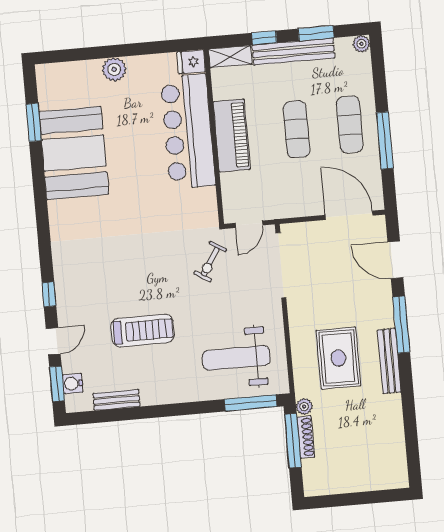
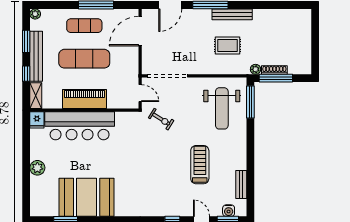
exercise mat: (297, 129) -> (84, 59), width x1.36, depth x1.45
rug: (338, 358) -> (227, 46), width x0.73, depth x0.70

